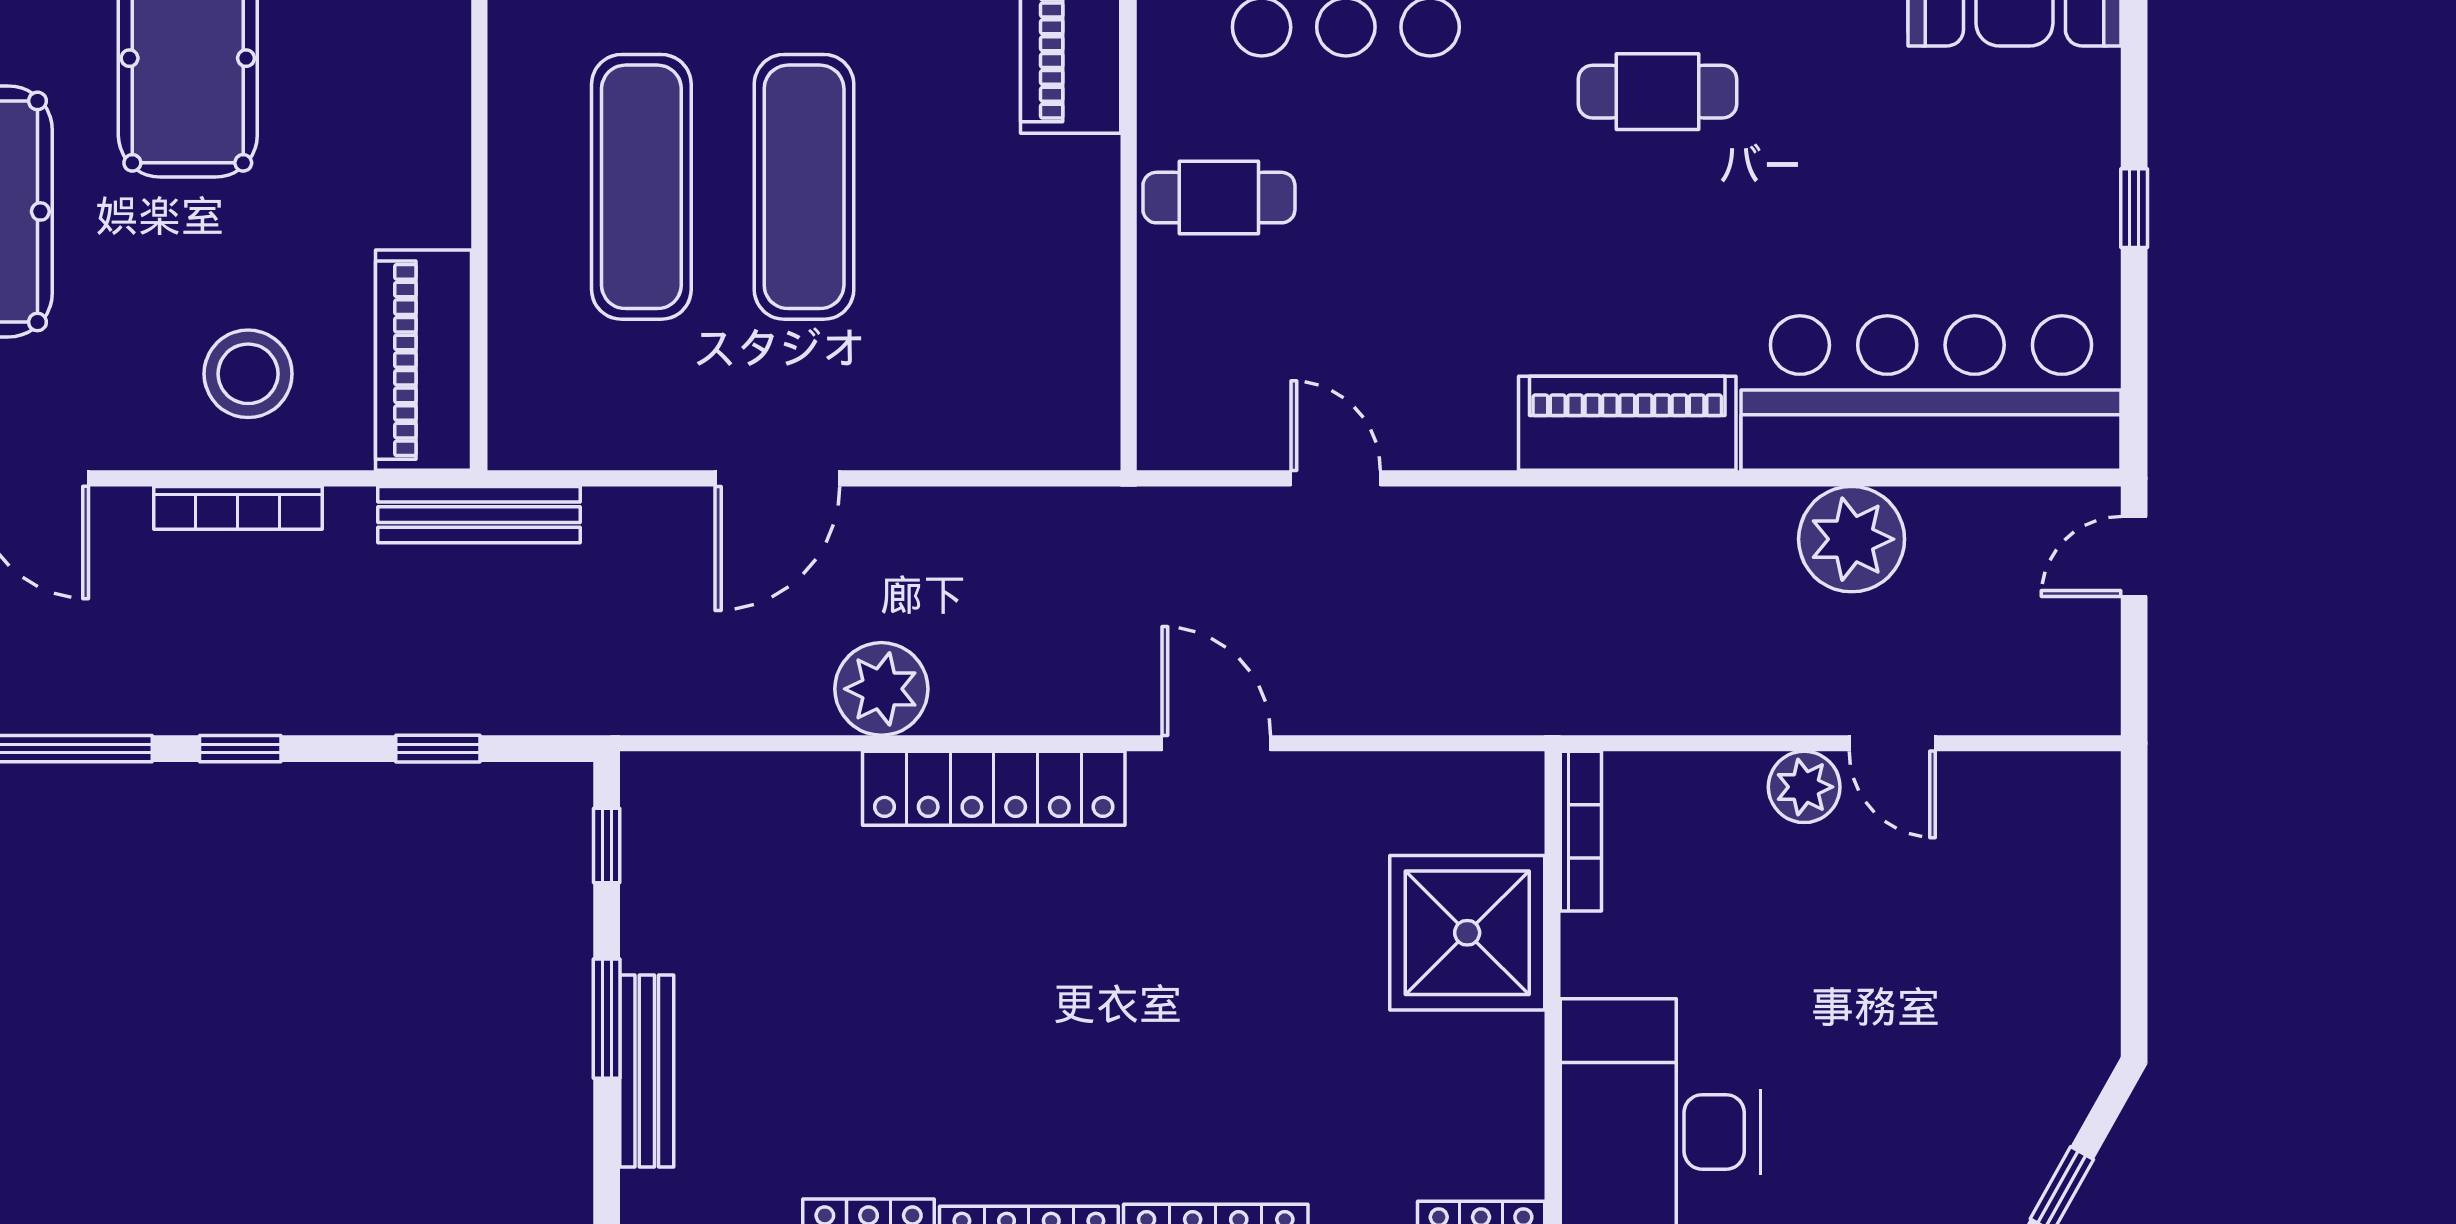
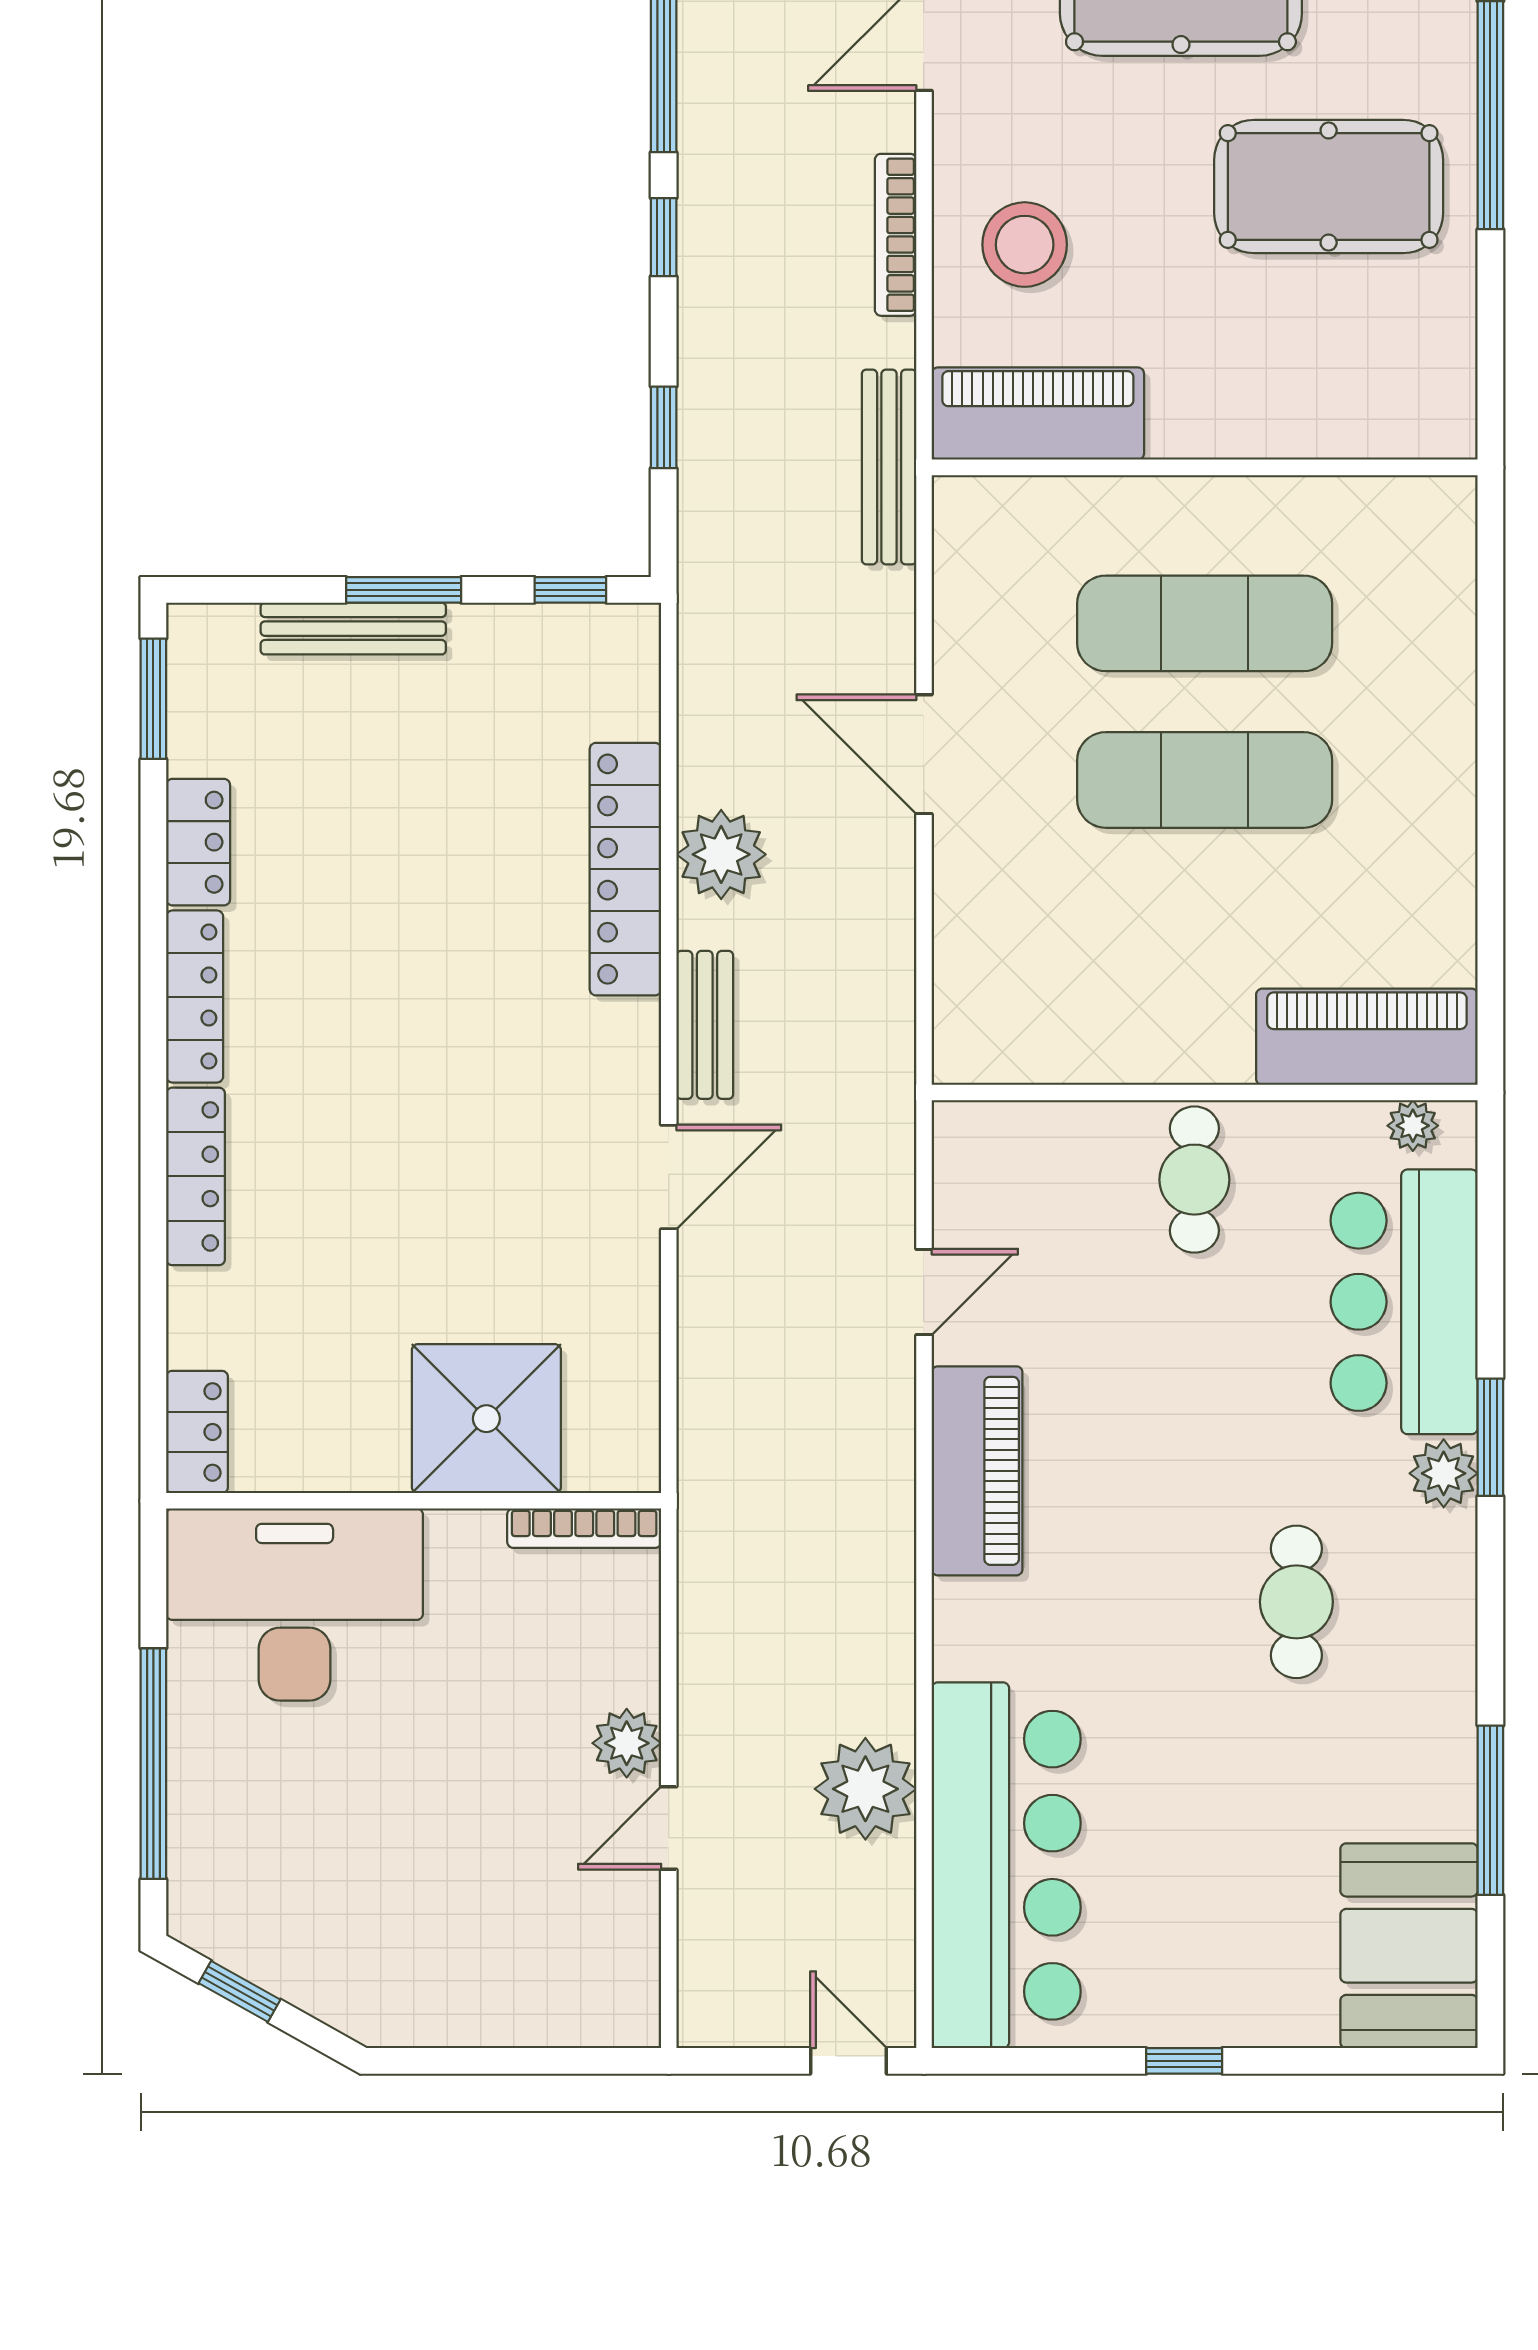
piano: (1627, 423) -> (977, 1471), moved
bench: (1058, 706) -> (705, 1025), added
locker: (994, 788) -> (625, 869), moved

